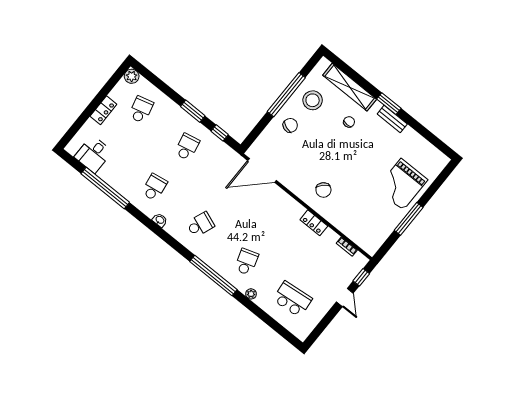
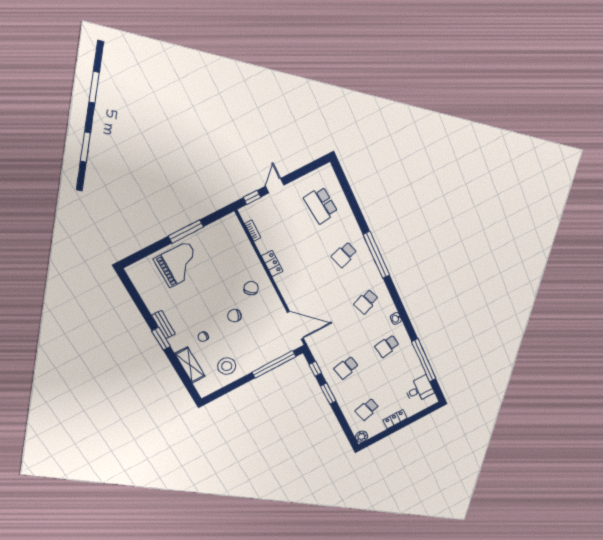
shelving: (350, 87) -> (190, 365), width x0.68
window: (286, 95) -> (274, 364), moved
chair: (290, 125) -> (234, 316), moved
school desk: (200, 225) -> (366, 302), turned -42
plant: (251, 294) -> (353, 226), removed

